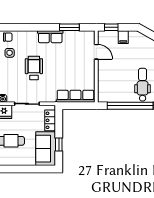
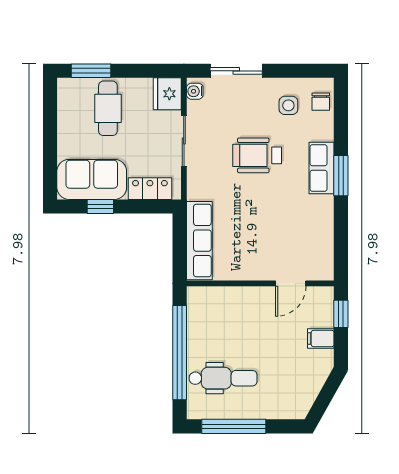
window: (69, 27) -> (341, 176), moved
row of seats: (50, 37) -> (321, 168), moved
wheelchair: (34, 68) -> (257, 155), turned 180

